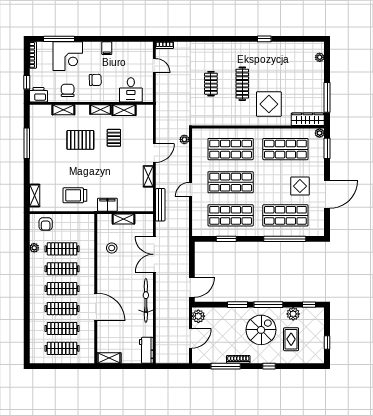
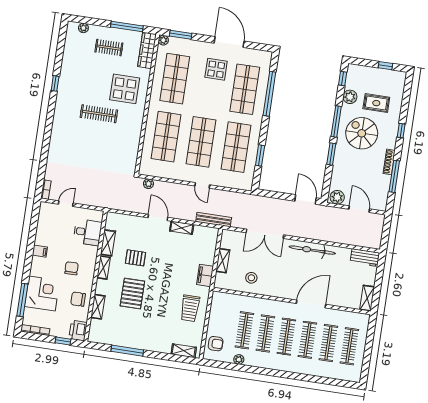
clothes rail: (211, 84) -> (109, 48), moved

